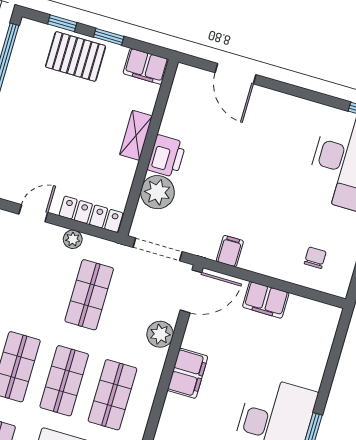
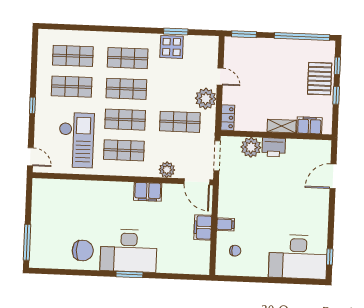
filing cabinet: (146, 66) -> (309, 125), moved, turned 90
locker: (91, 214) -> (228, 118), width x0.66
plant: (73, 239) -> (206, 99), width x1.87, depth x1.87
filing cabinet: (230, 251) -> (226, 224), moved

